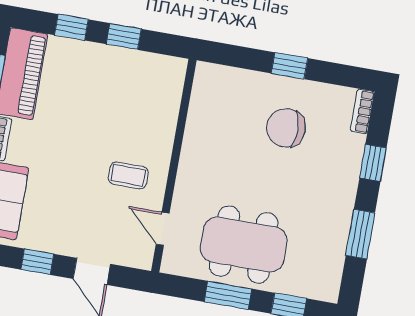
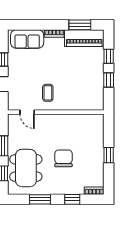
chair: (286, 128) -> (64, 158), moved
door: (163, 229) -> (27, 112), swing flipped
dining table: (244, 244) -> (26, 168), moved

